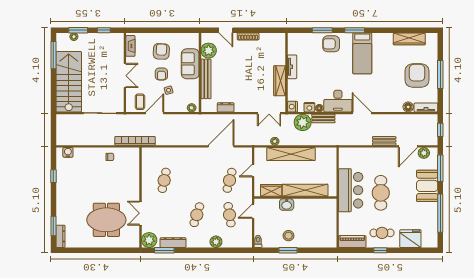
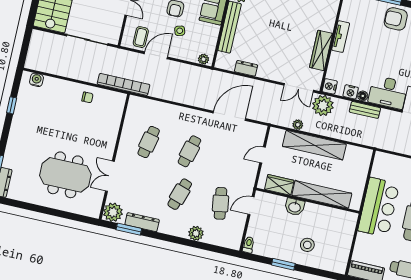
plant: (303, 122) -> (323, 106), moved
cafe table: (230, 180) -> (189, 151), moved
stool: (289, 236) -> (307, 245), moved

